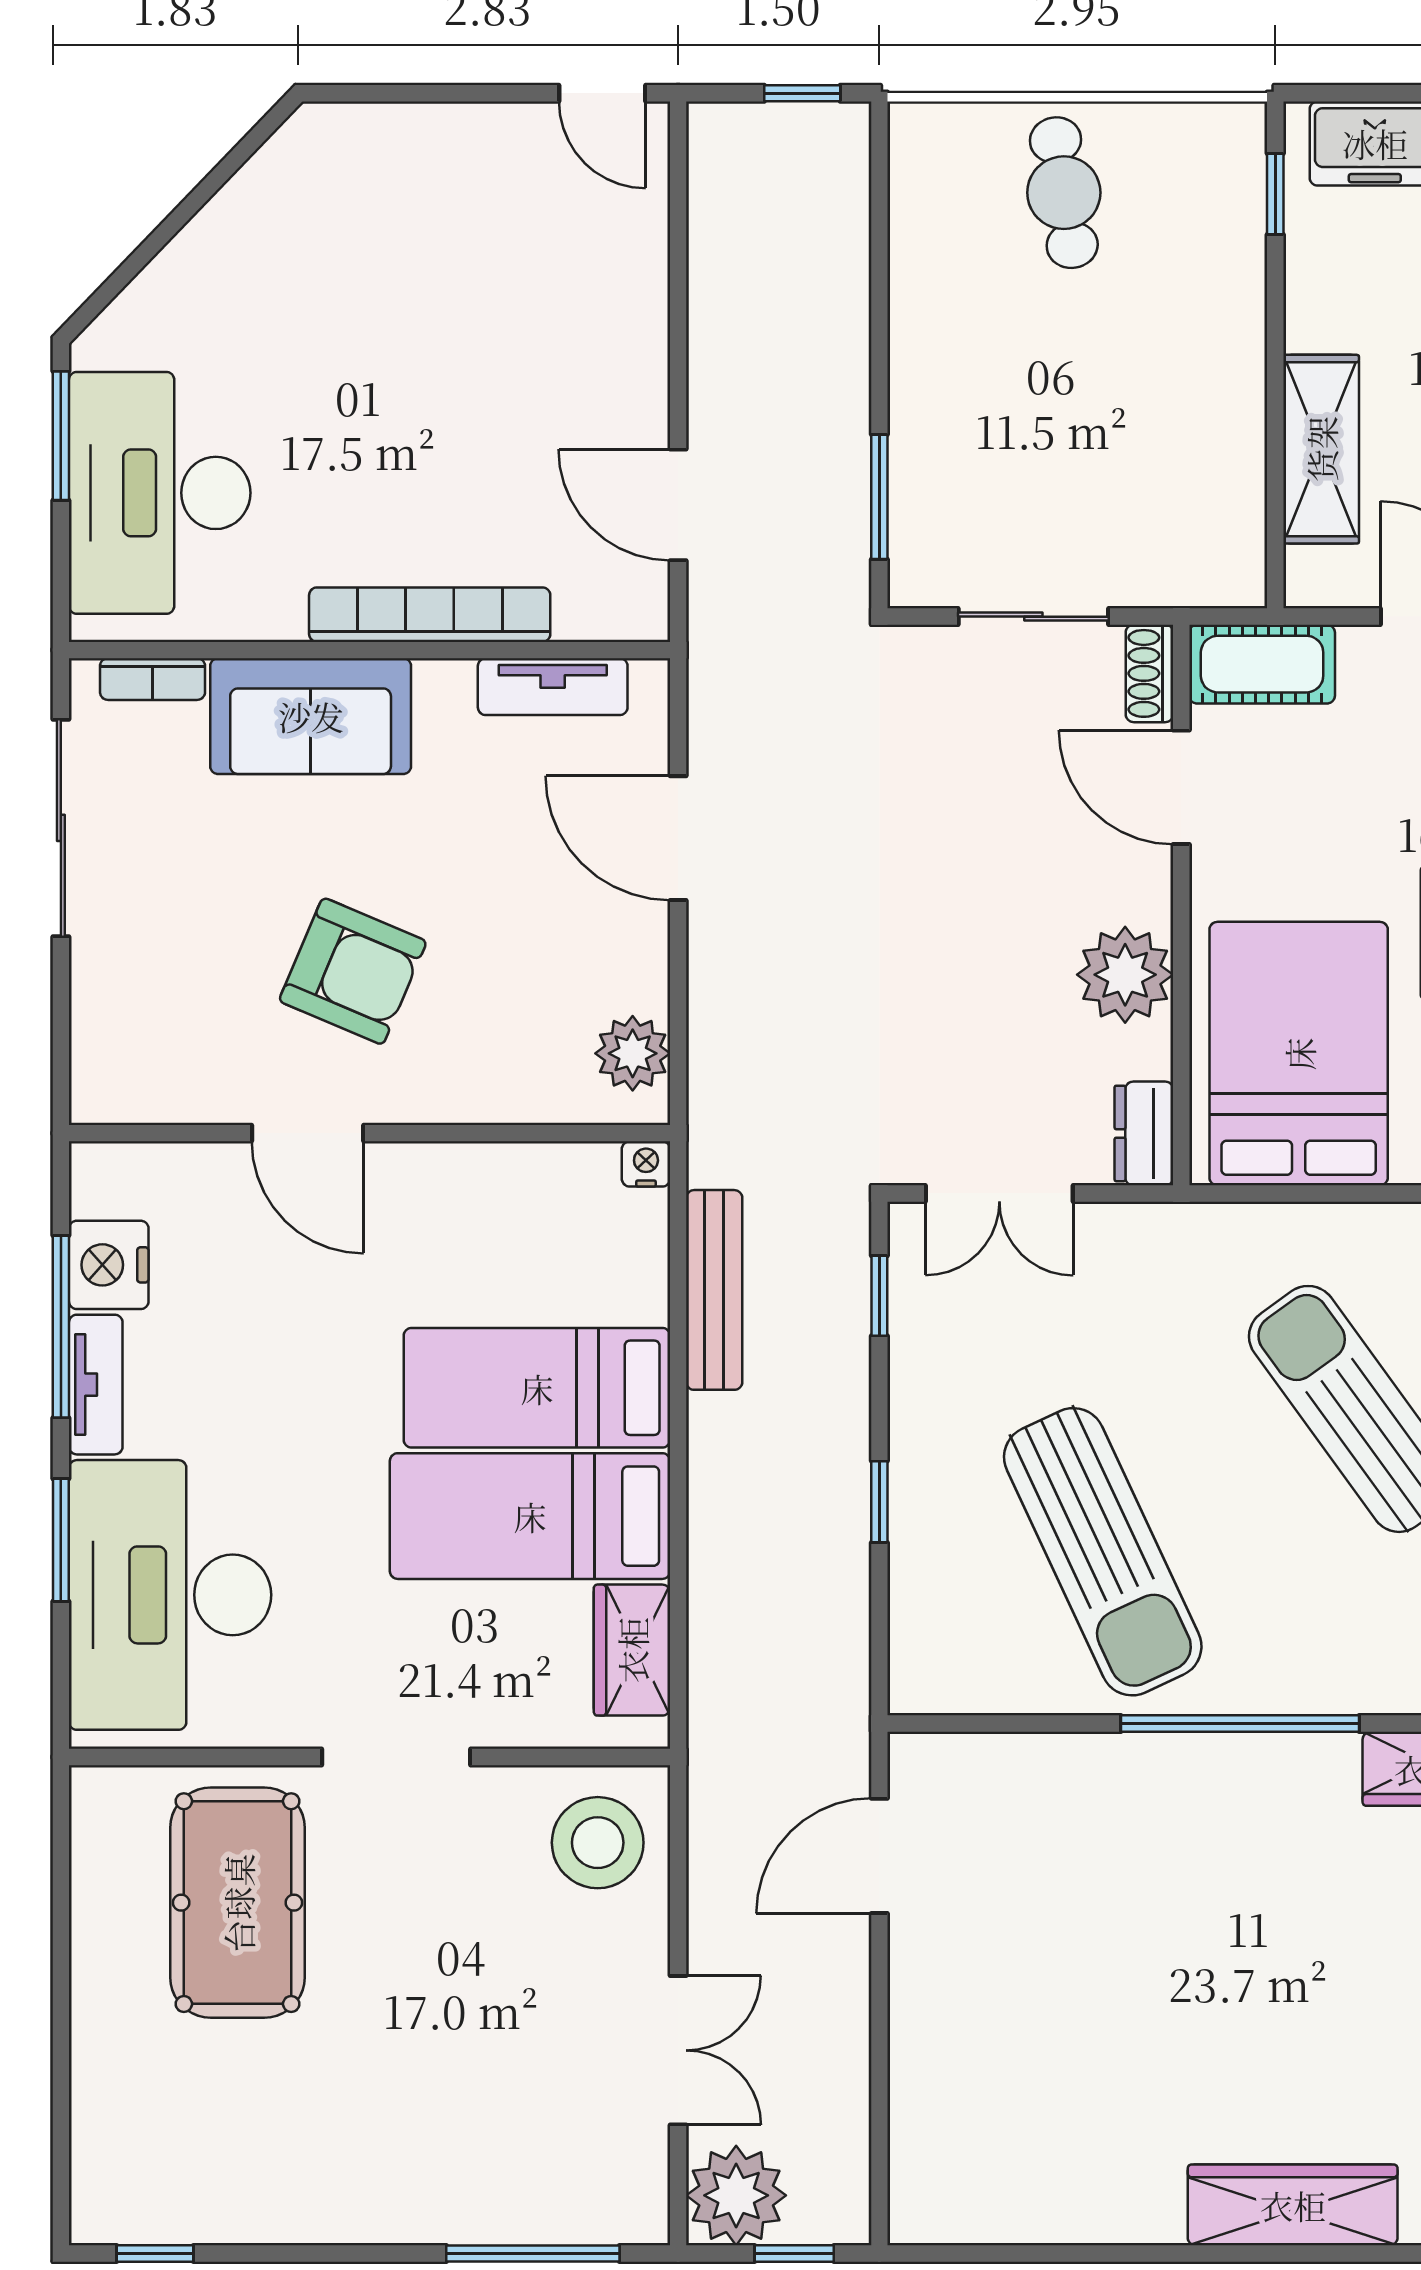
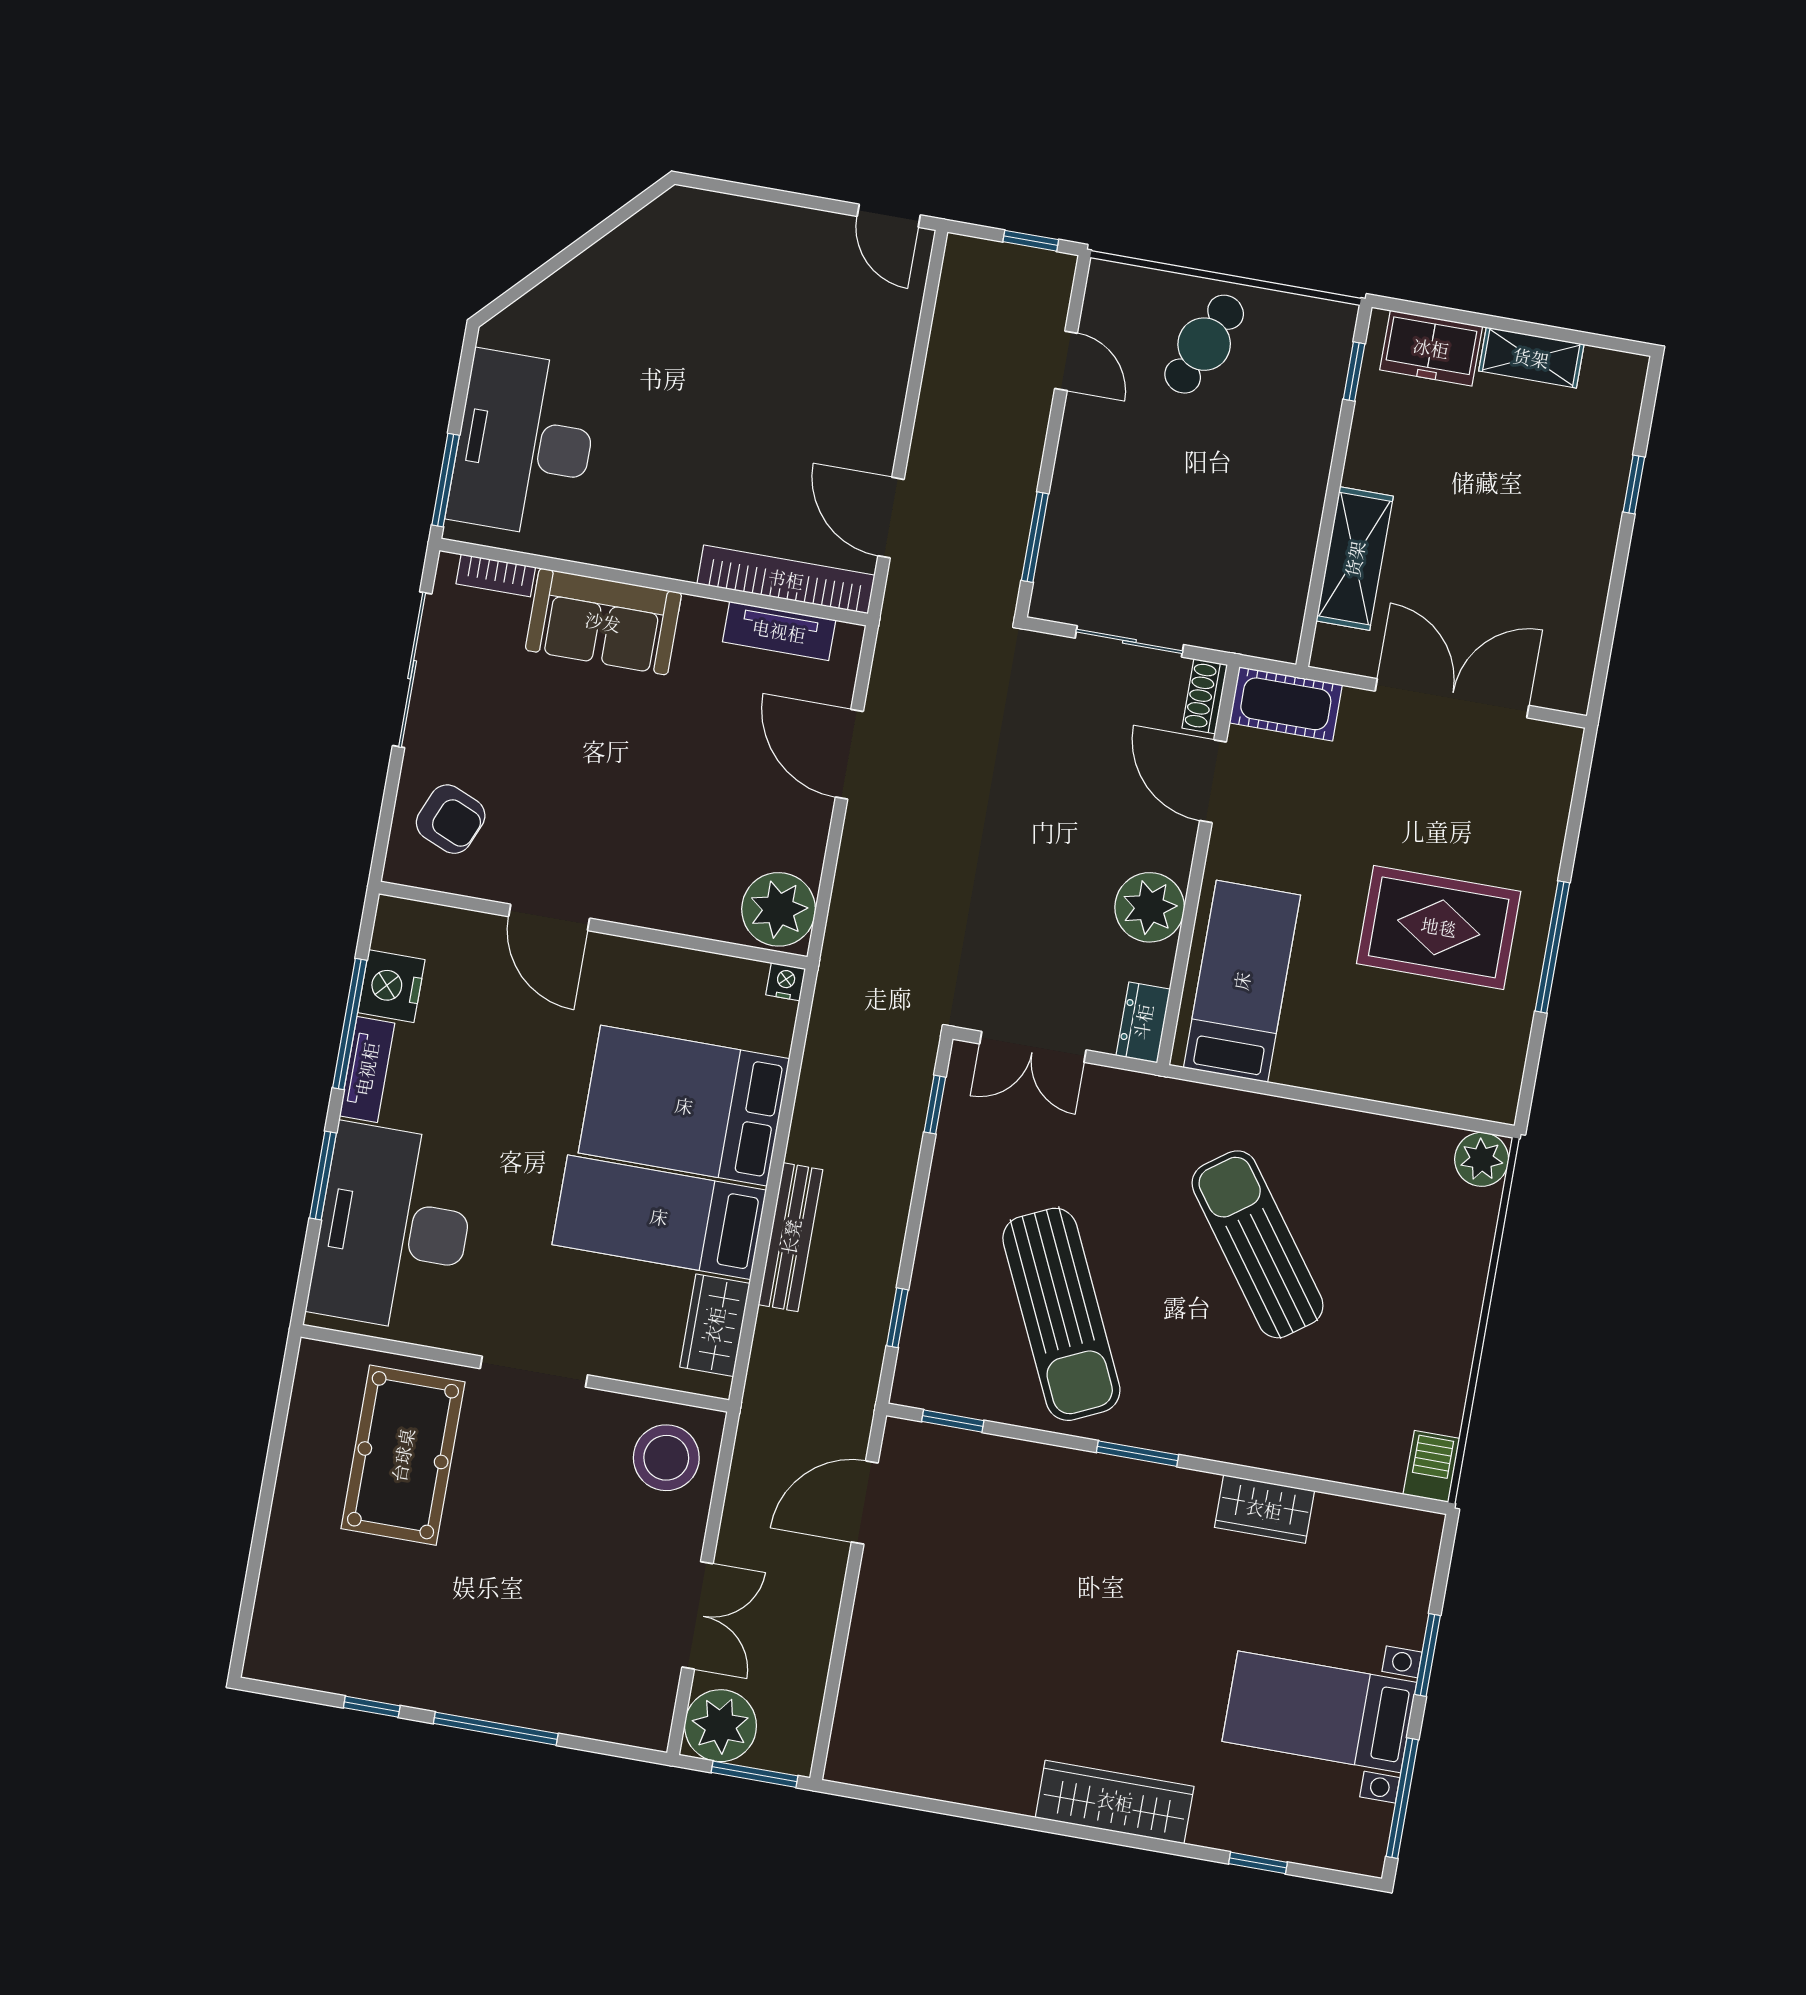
cafe table: (1064, 193) -> (1204, 344), turned 33
door: (879, 249) -> (1066, 361), added
window: (61, 436) -> (446, 480), moved
bookcase: (430, 615) -> (786, 579), moved
armchair: (353, 971) -> (451, 819), moved, width x0.72, depth x0.72
plant: (633, 1053) -> (779, 909), width x1.36, depth x1.36
bed: (1299, 1054) -> (1242, 981), width x0.67
bench: (714, 1290) -> (791, 1237), moved
bed: (537, 1388) -> (684, 1106), width x1.50
window: (879, 1502) -> (897, 1318), moved
window: (980, 1723) -> (953, 1421), added
window: (1240, 1723) -> (1137, 1454), width x0.47
window: (155, 2253) -> (372, 1707), moved
window: (533, 2253) -> (496, 1729), moved
window: (794, 2253) -> (755, 1774), width x1.50

